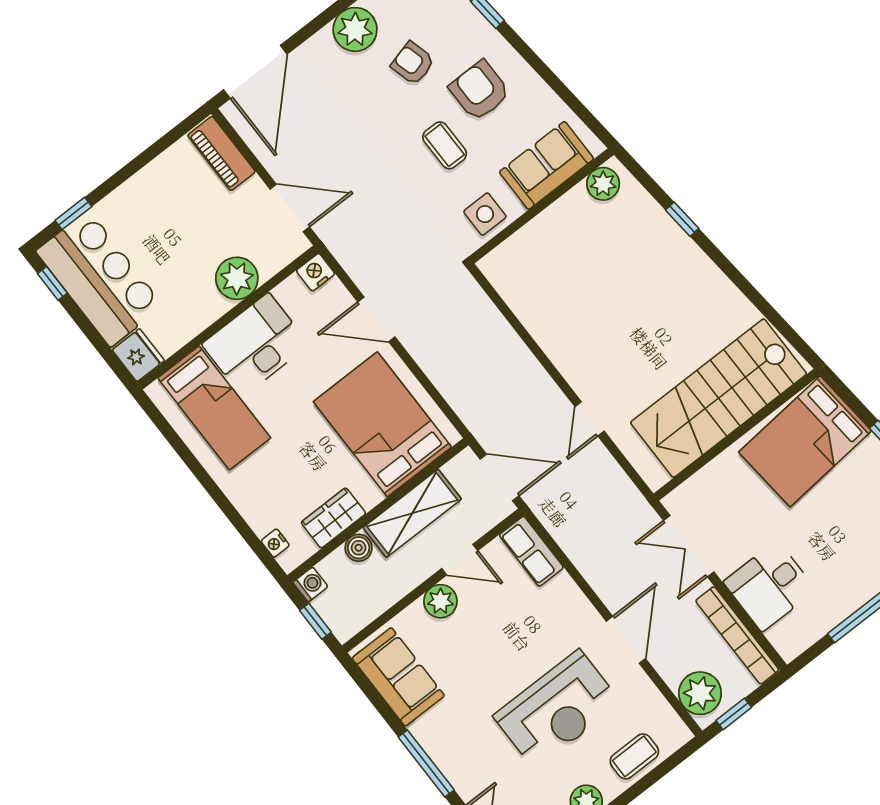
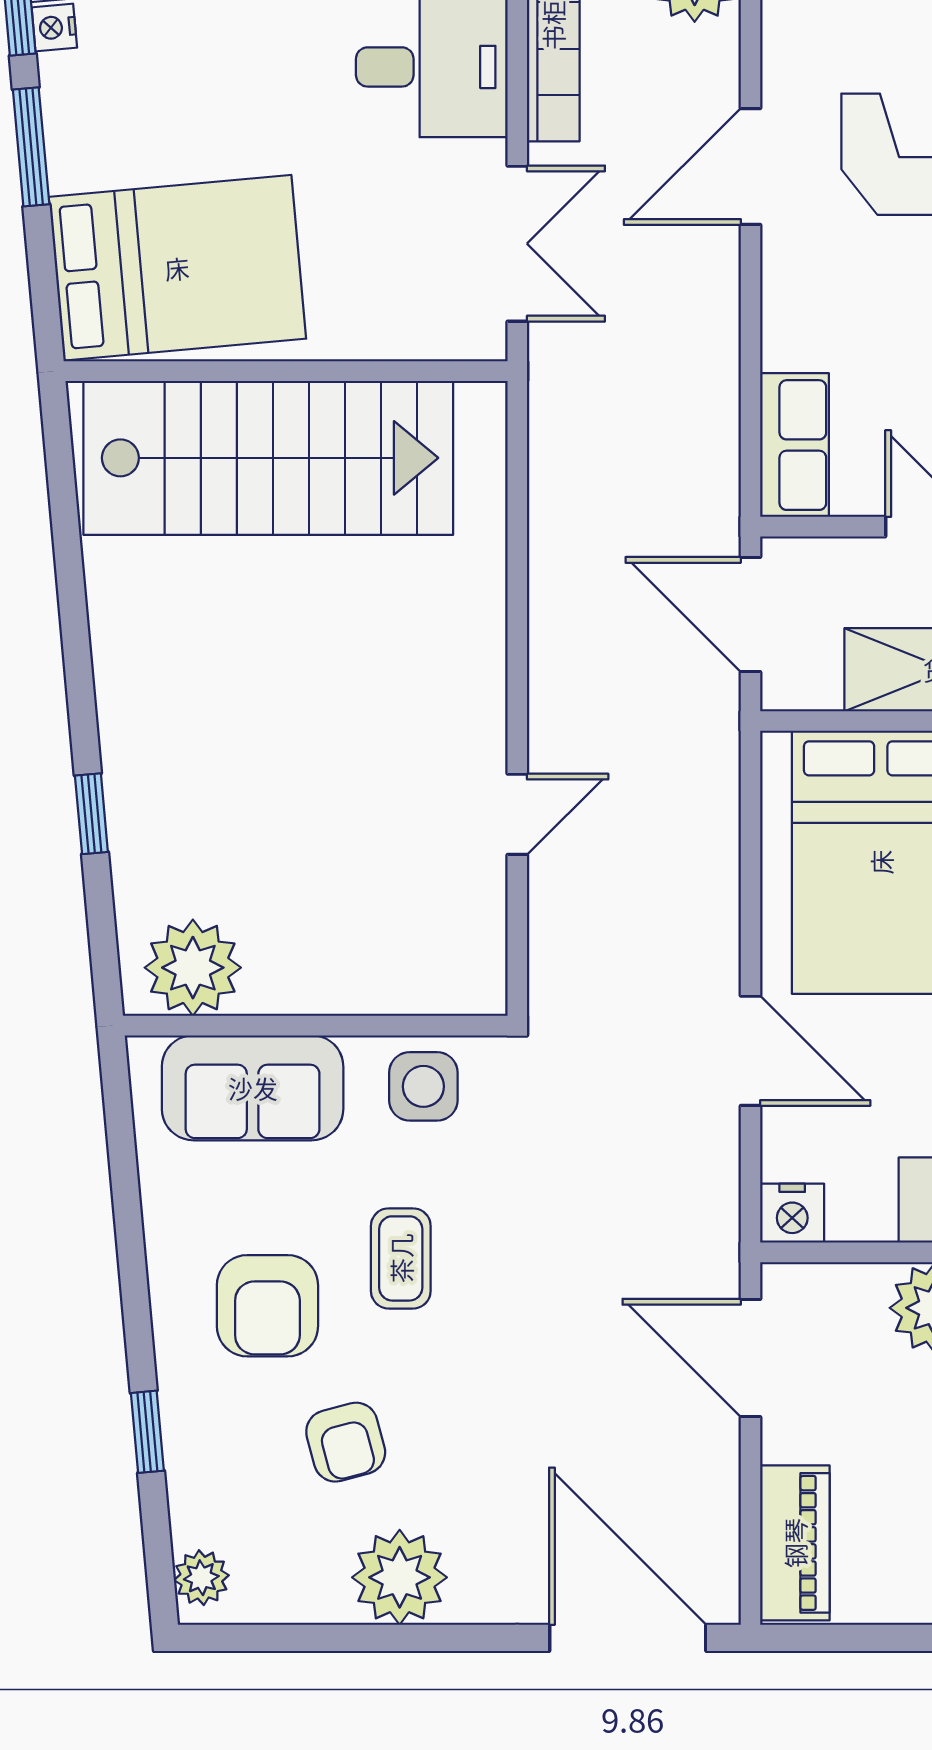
door: (255, 72) -> (628, 1638), hinge flipped
plant: (603, 184) -> (193, 968), width x1.36, depth x1.36
door: (590, 419) -> (517, 814), moved

